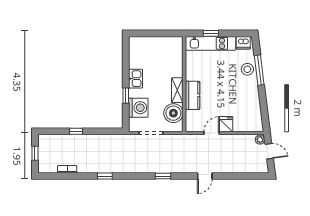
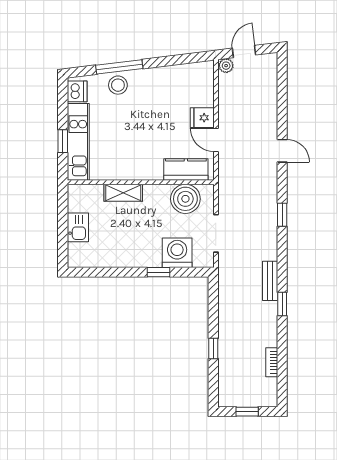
kitchen sink: (136, 79) -> (78, 227), moved, turned 90
shelving: (177, 90) -> (123, 193), moved
kitchen counter: (192, 95) -> (186, 169), moved
bench: (120, 168) -> (270, 281), added

